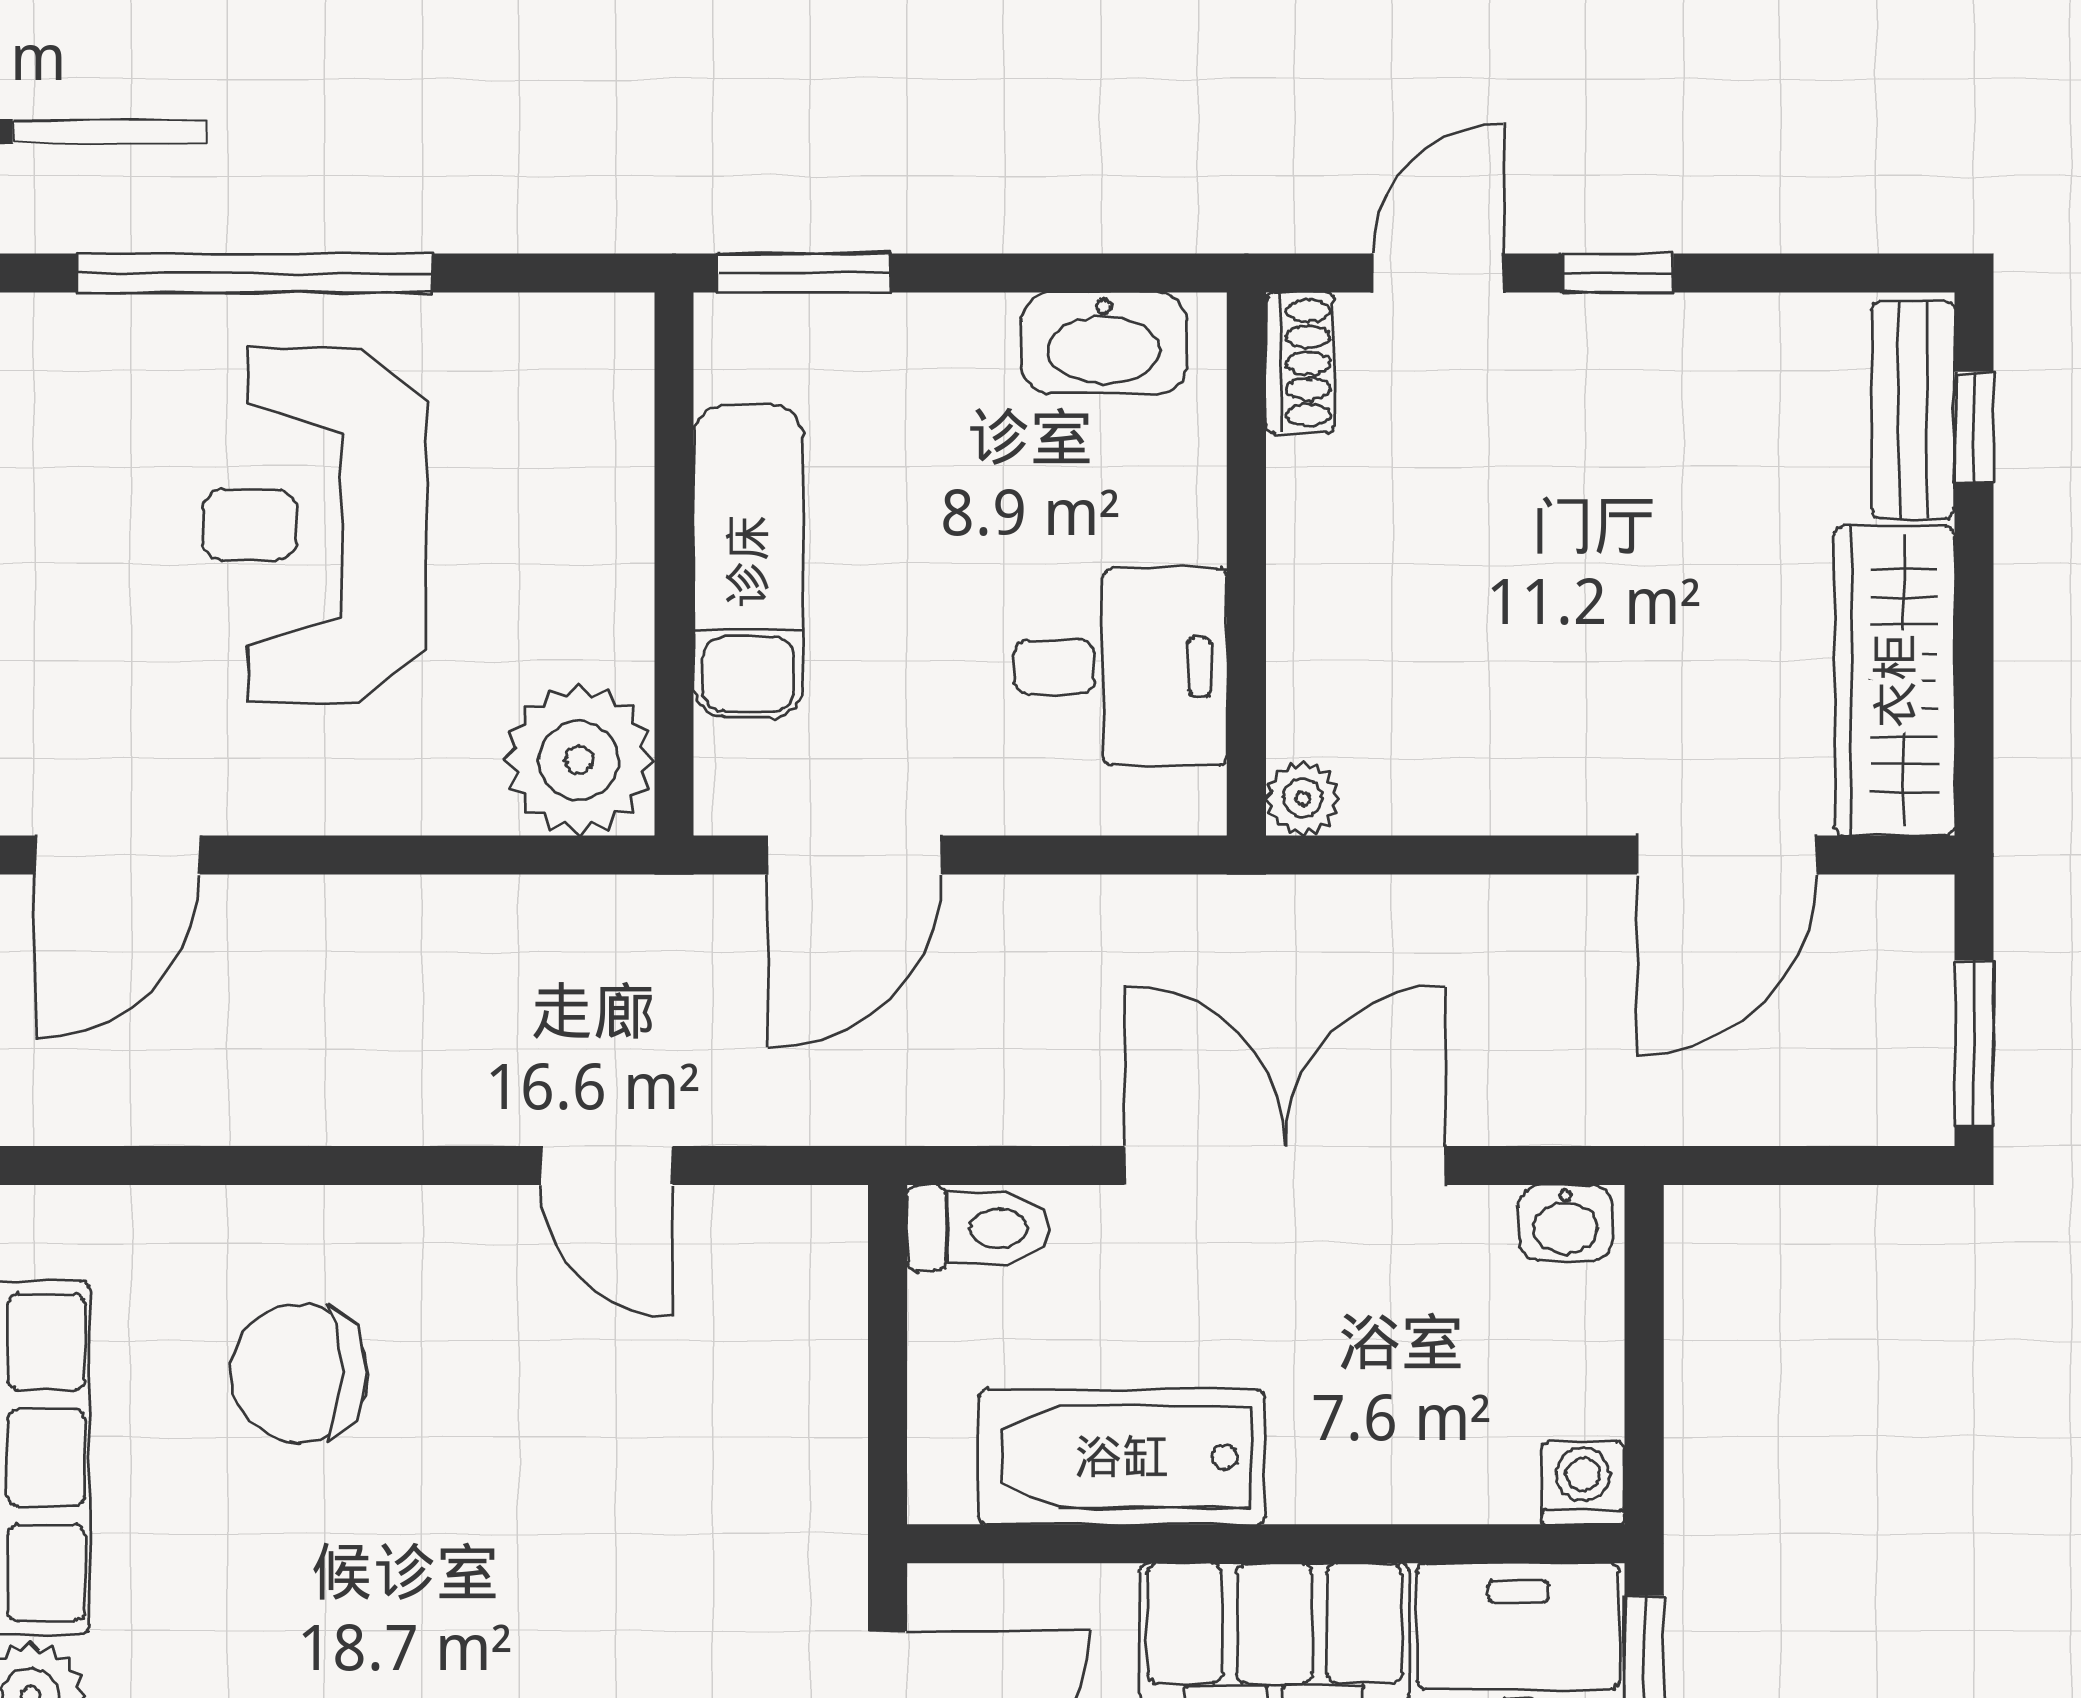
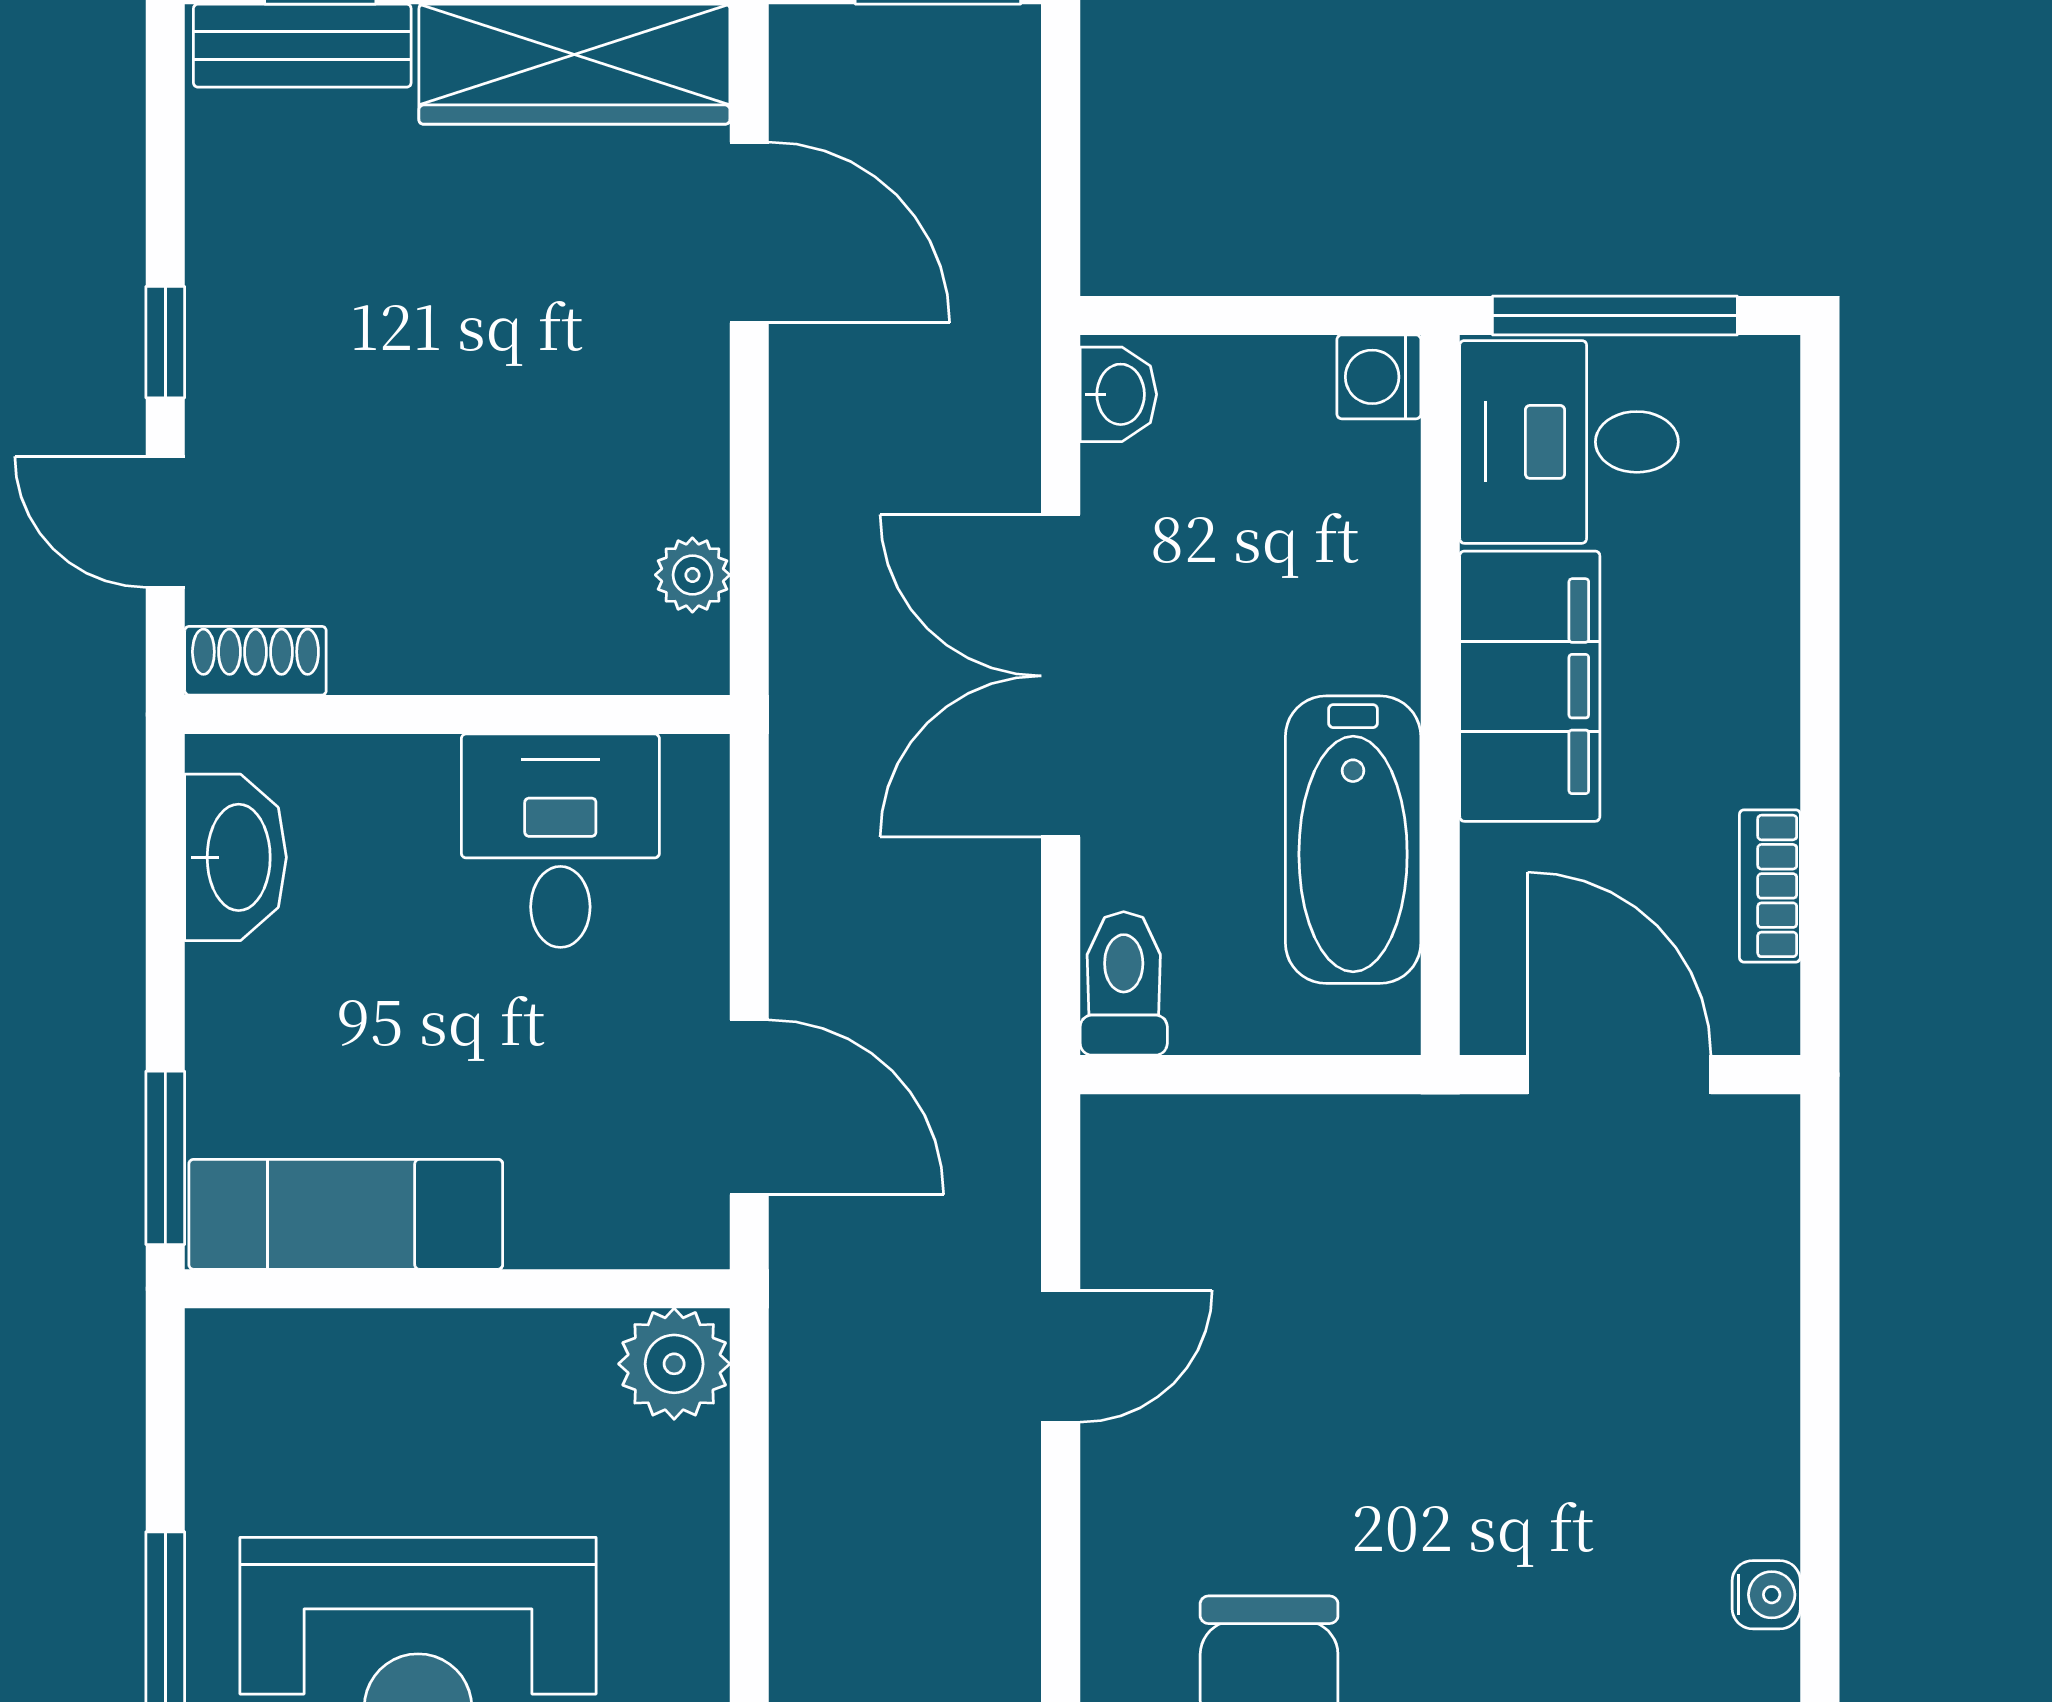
exam couch: (748, 561) -> (346, 1214), moved
plant: (579, 760) -> (674, 1364), width x0.73, depth x0.73
plant: (1303, 798) -> (692, 575), moved

